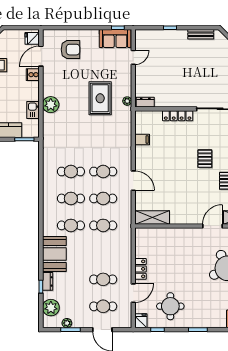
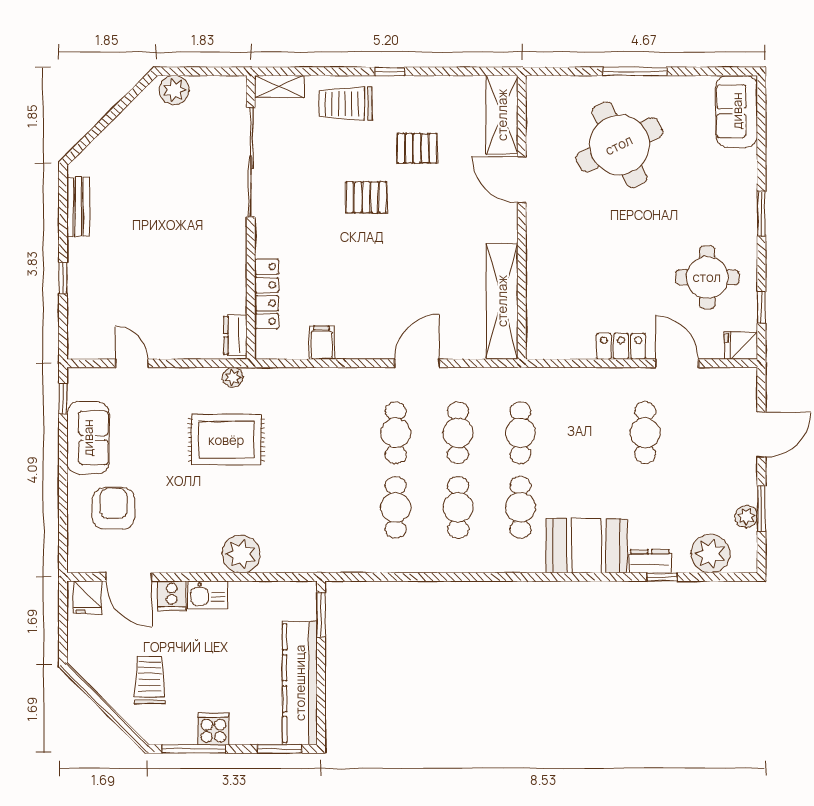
sofa: (115, 39) -> (88, 438), moved
kitchen sink: (33, 110) -> (208, 595), moved
locker: (178, 116) -> (267, 294), moved
shelving: (152, 217) -> (502, 301), width x1.47
cafe table: (103, 306) -> (708, 433), removed

